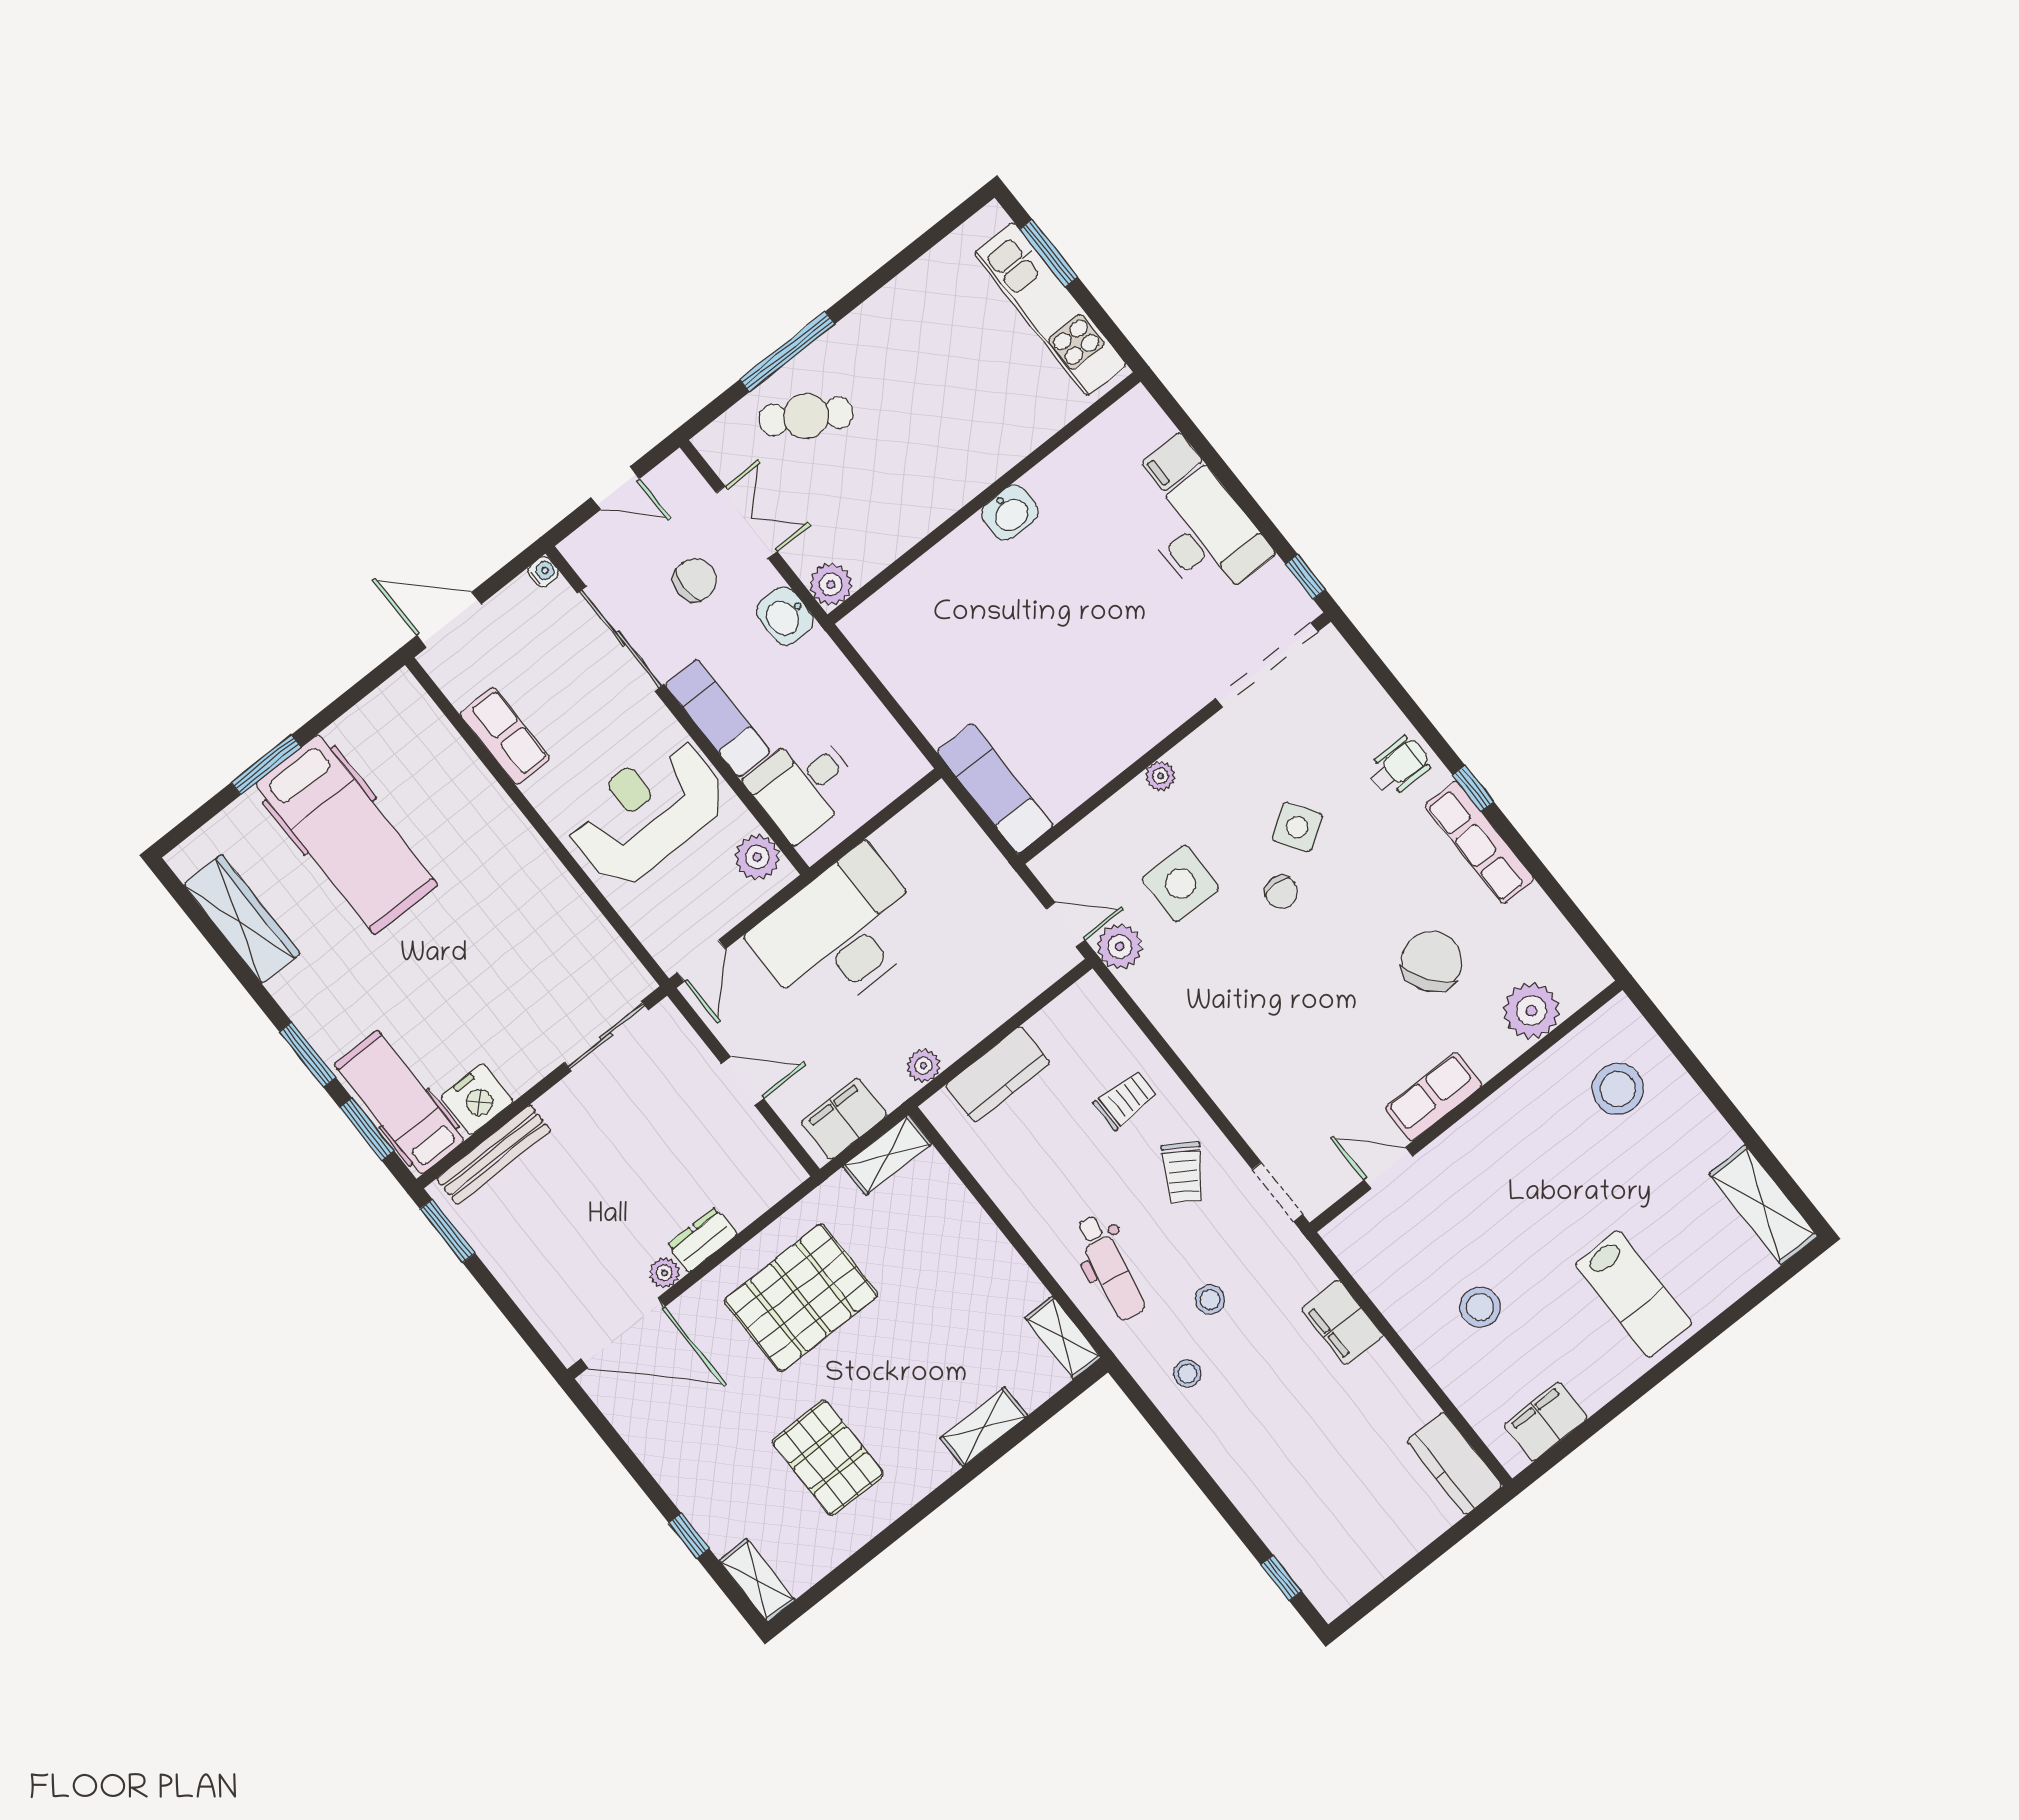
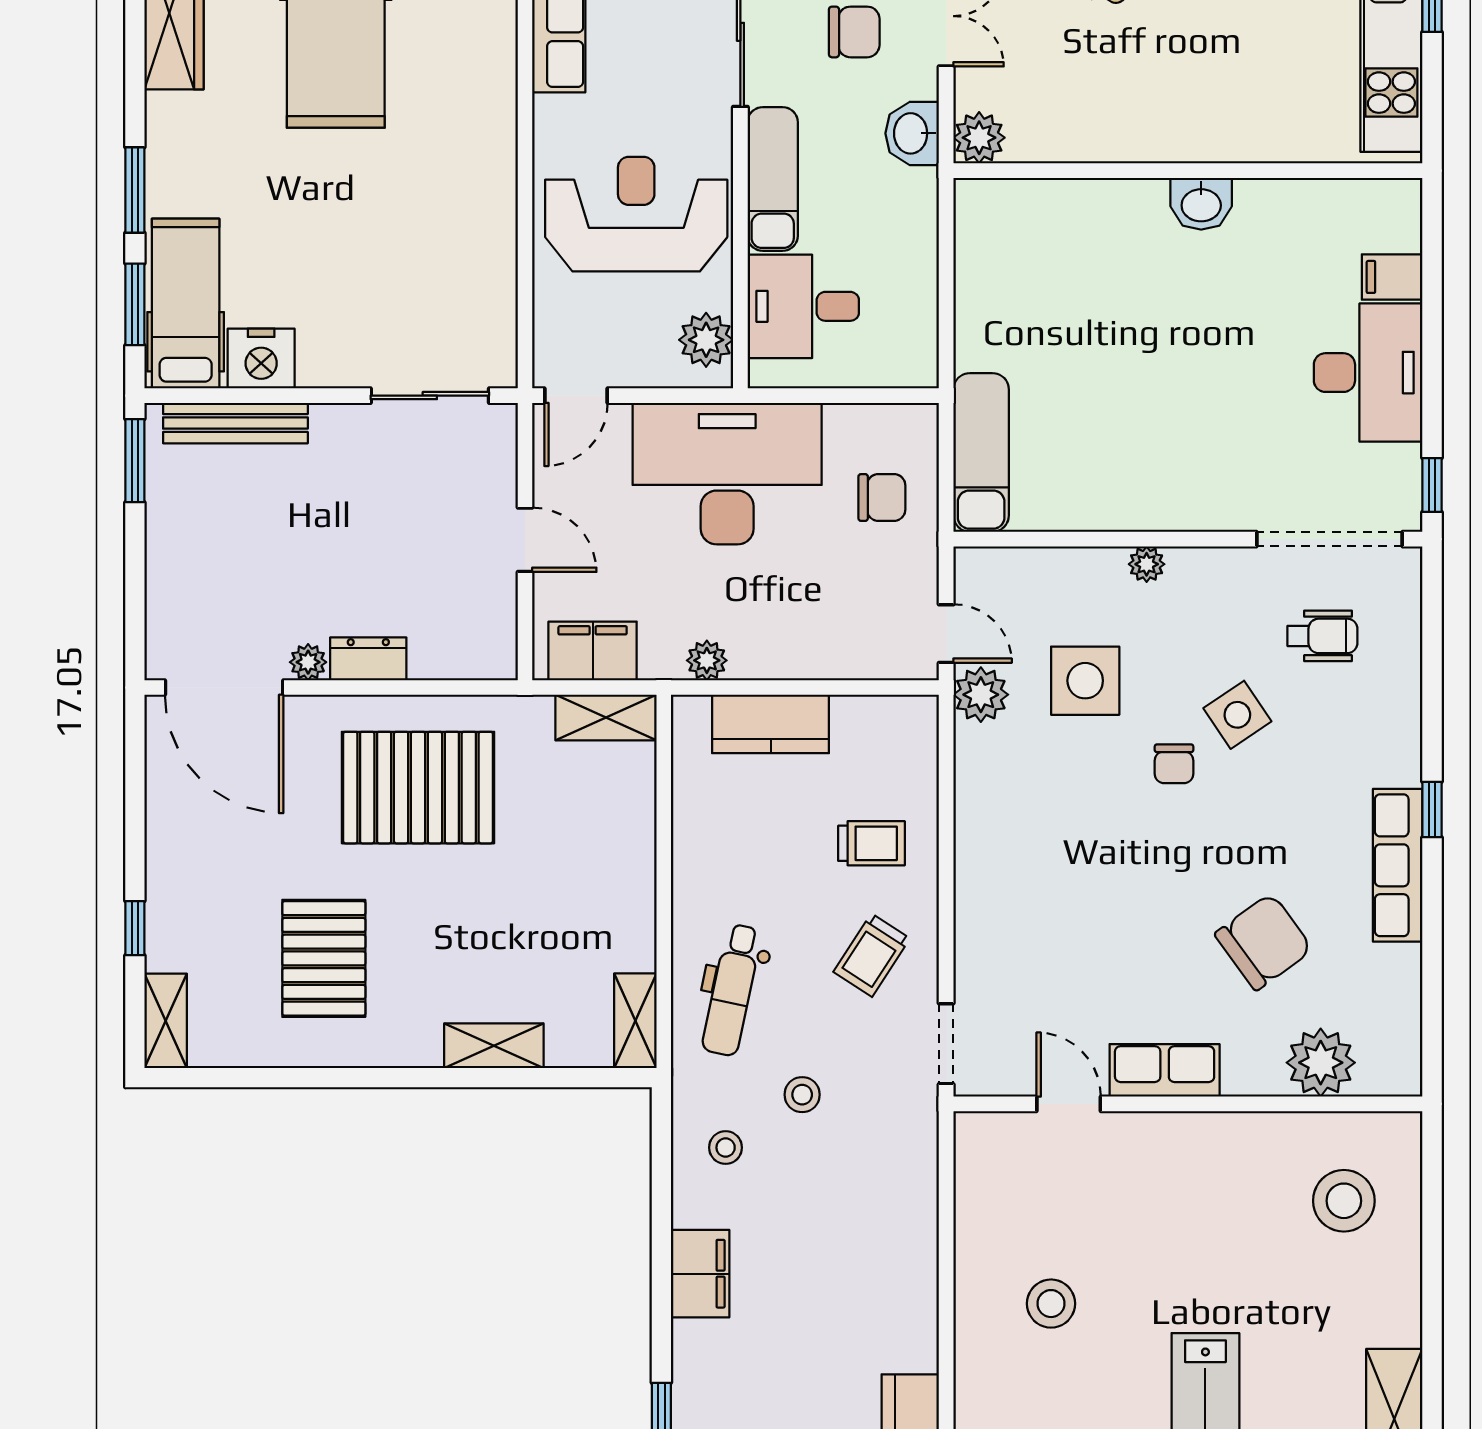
wheelchair: (1399, 767) -> (1322, 636), moved
chair: (953, 869) -> (882, 497), added
filing cabinet: (1342, 1322) -> (700, 1274), moved, turned 180

